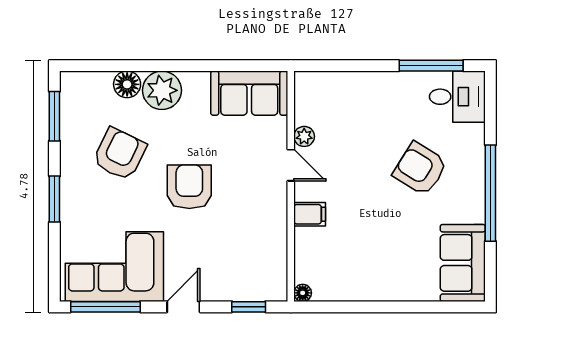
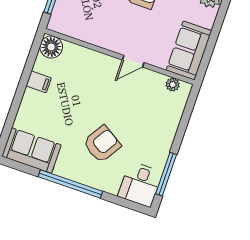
plant: (304, 136) -> (173, 85), moved
filing cabinet: (310, 214) -> (39, 82), moved, turned -90
floor lamp: (303, 293) -> (51, 47), width x1.89, depth x1.89

